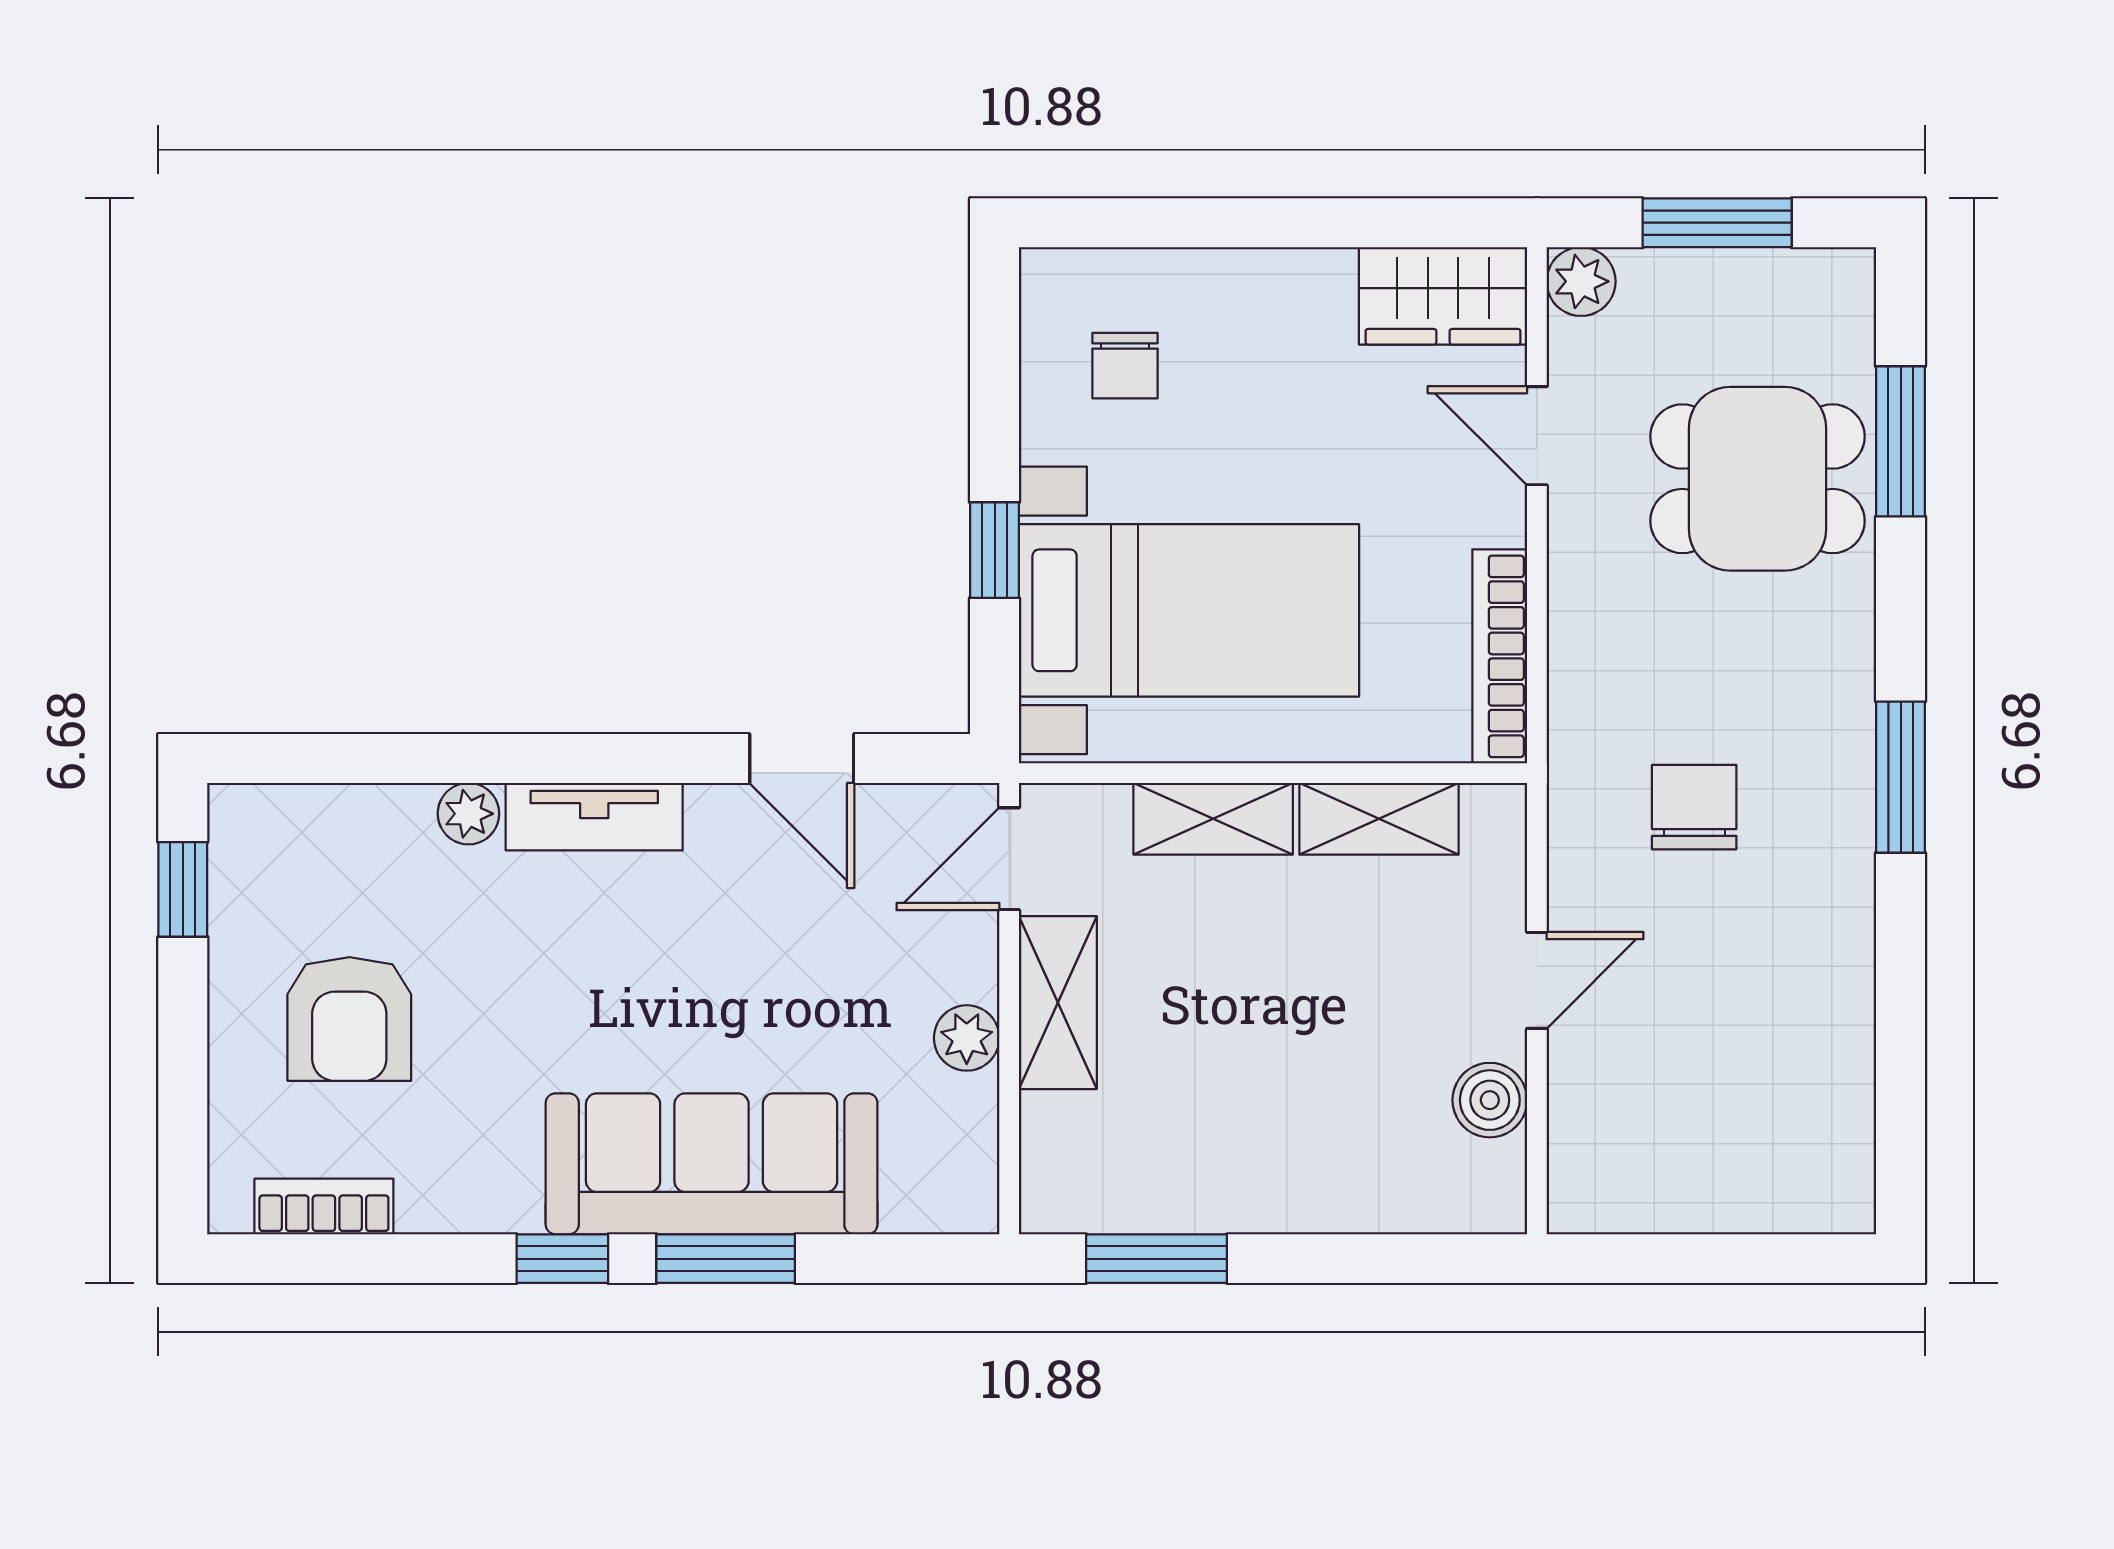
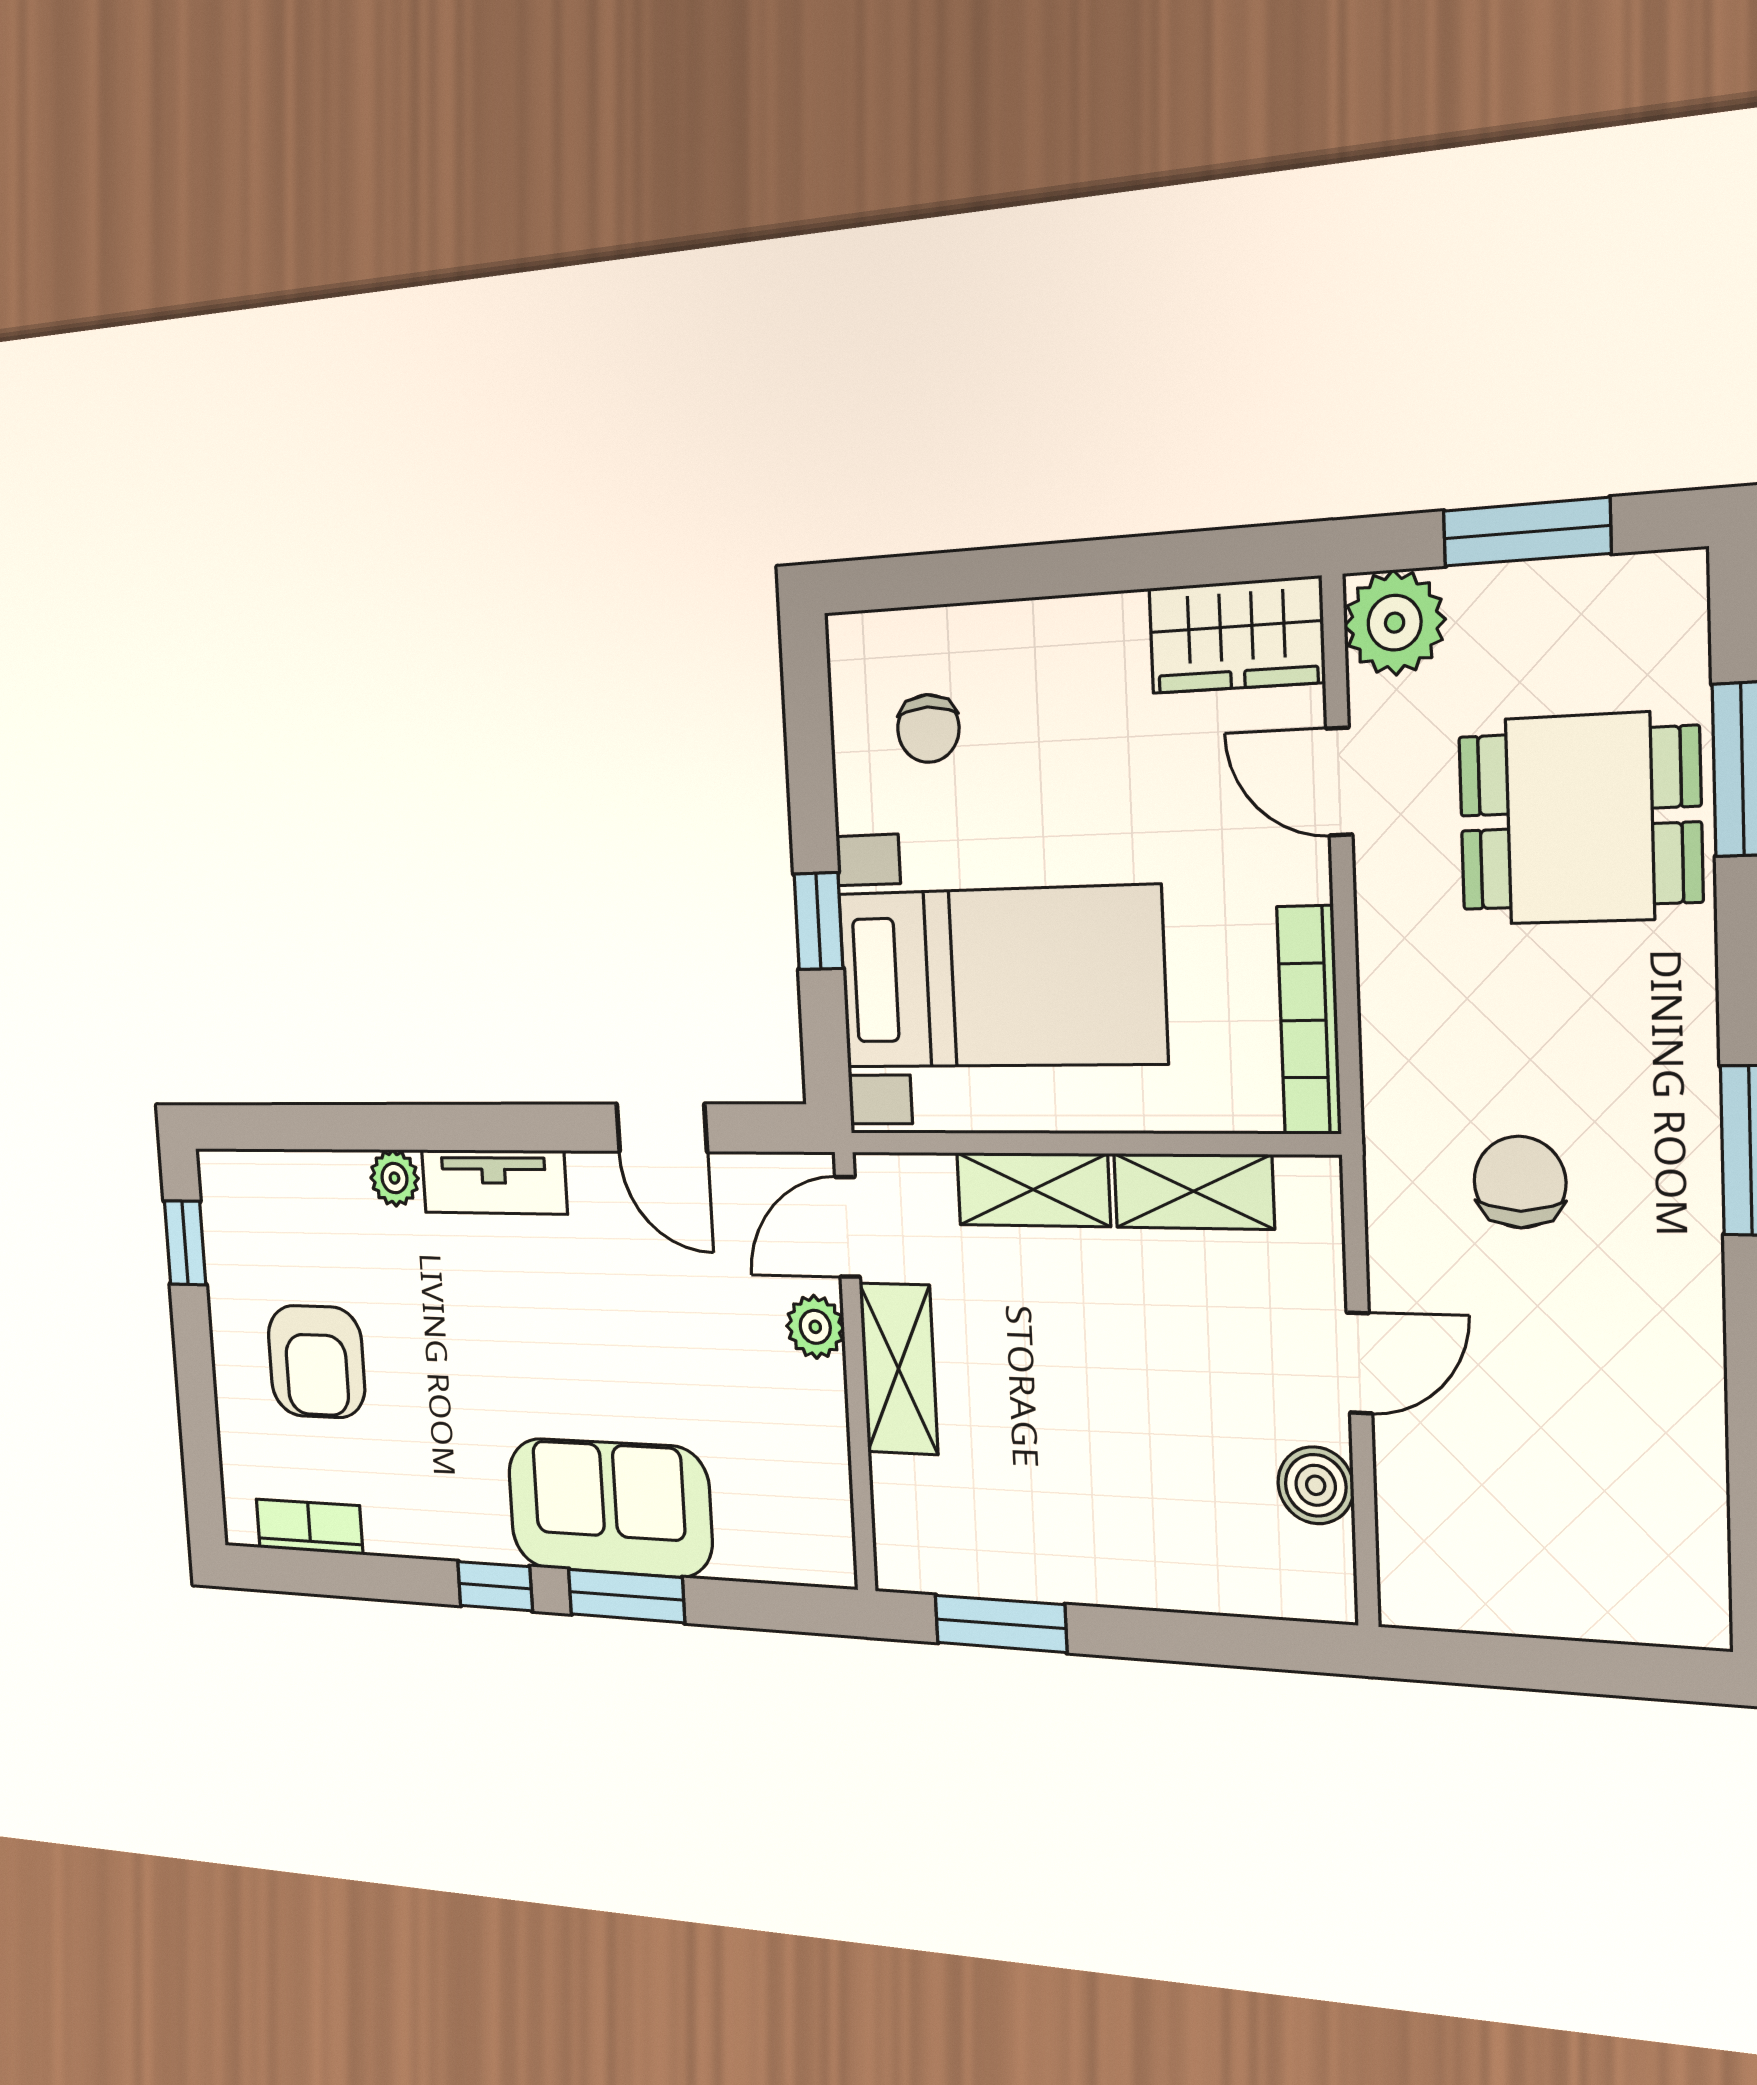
plant: (1581, 281) -> (1395, 623), width x1.38, depth x1.38
plant: (967, 1038) -> (815, 1327), moved
sofa: (712, 1164) -> (609, 1508), width x0.73

